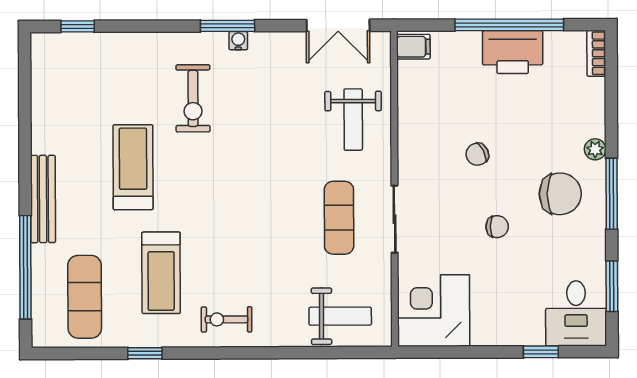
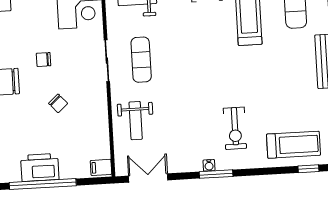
exercise bike: (193, 98) -> (235, 128), turned 180
weight bench: (353, 120) -> (136, 121), turned 180
chair: (477, 154) -> (58, 103), turned 75
treadmill: (133, 167) -> (293, 145), moved, turned -90

